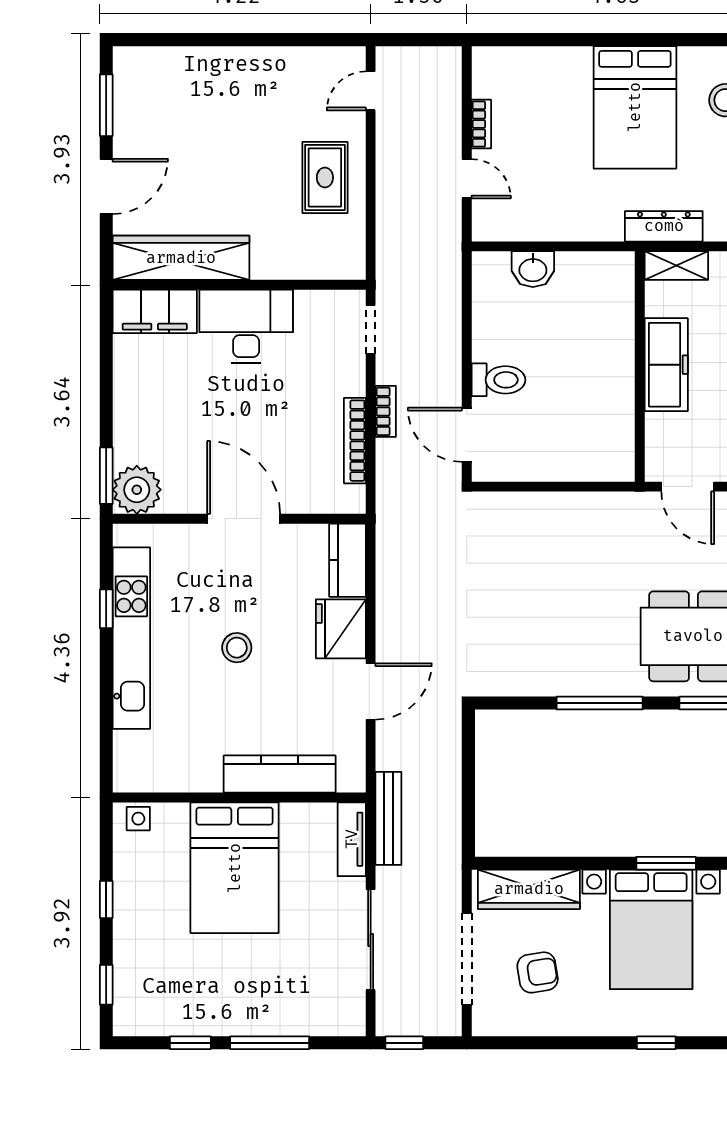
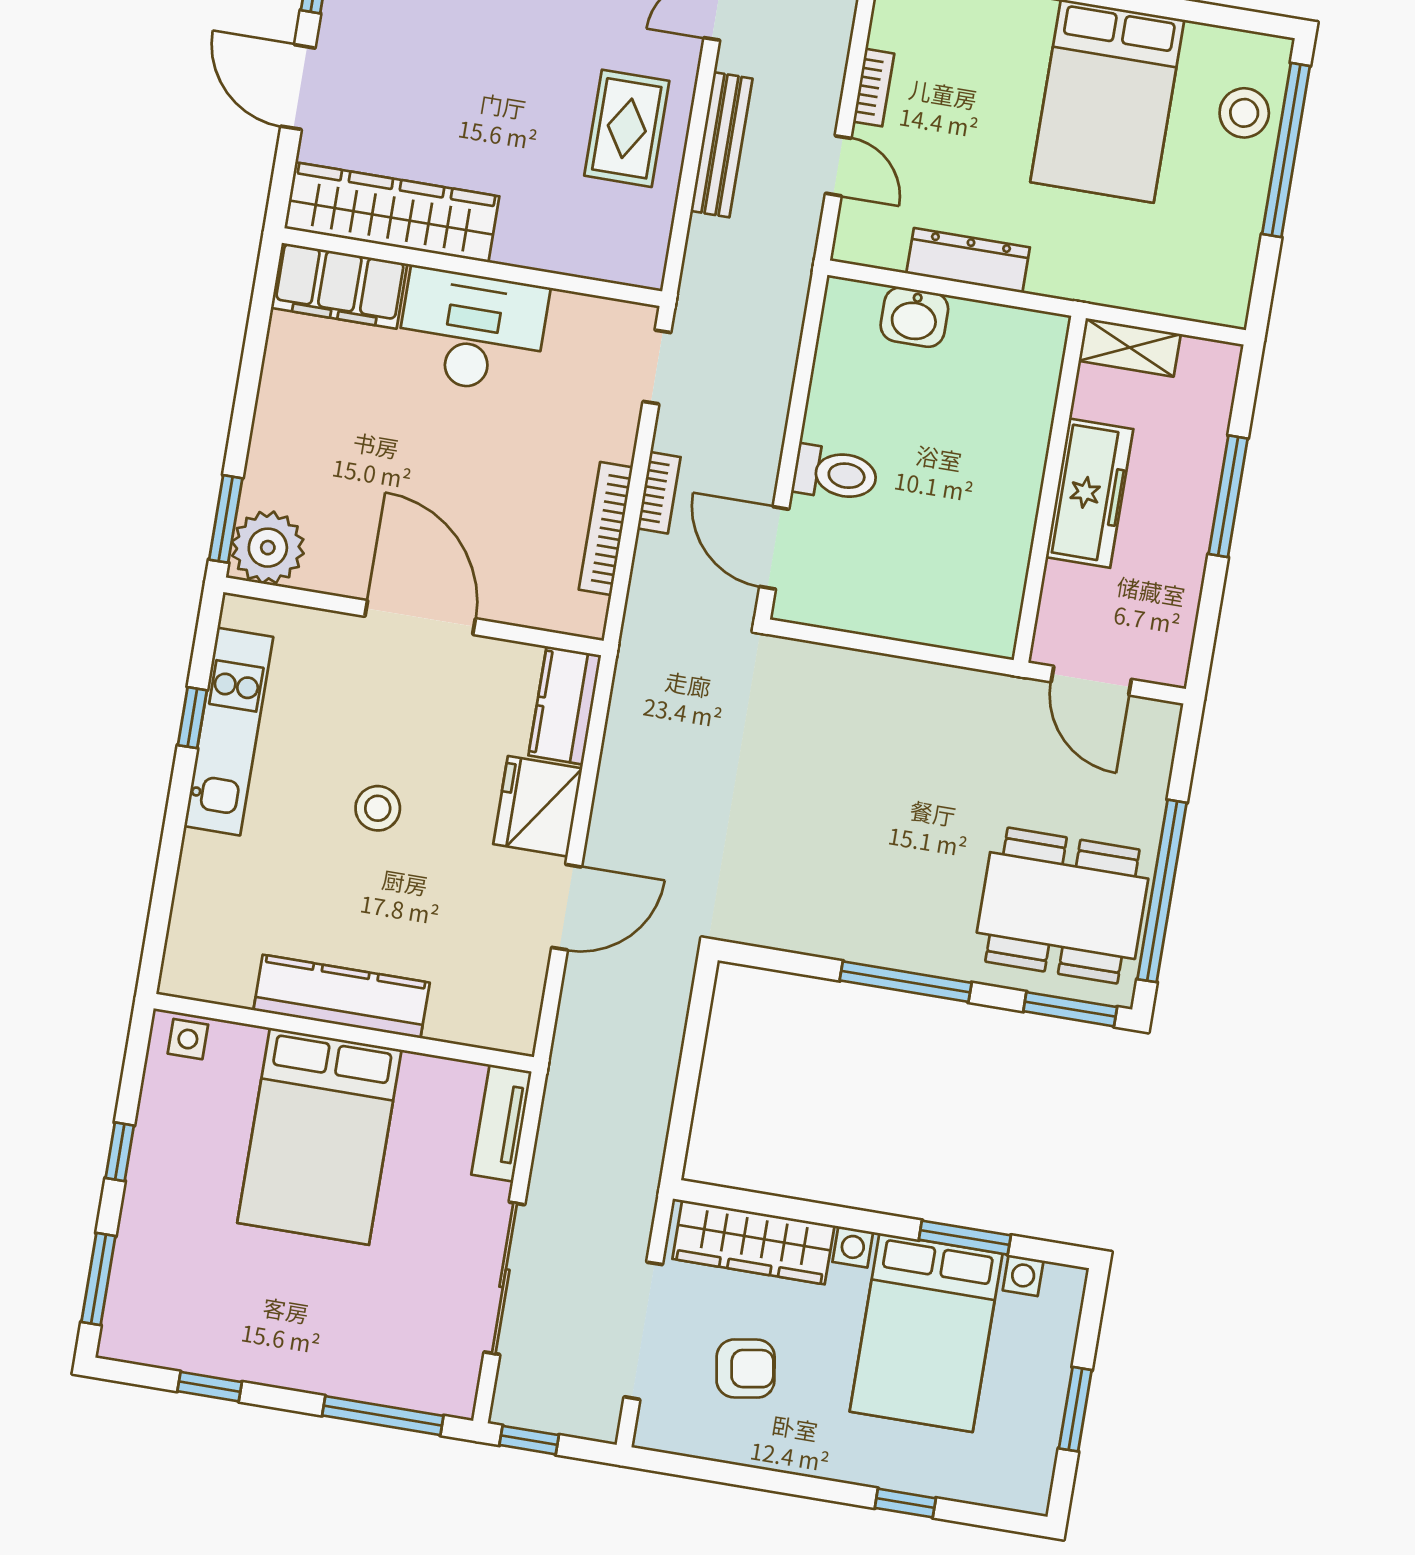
door: (106, 186) -> (298, 87), swing flipped
dresser: (664, 226) -> (968, 260), moved
kitchen unit: (131, 638) -> (229, 732), width x0.73
kitchen counter: (280, 774) -> (342, 996), moved
bench: (388, 818) -> (721, 145), moved
window: (106, 985) -> (98, 1279), width x1.50
window: (270, 1043) -> (383, 1416), moved

